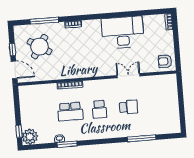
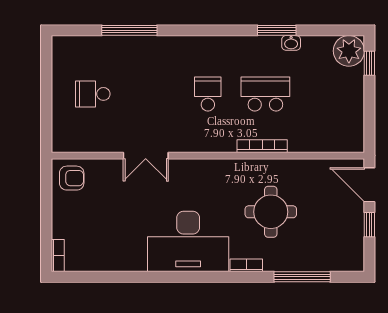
desk: (123, 32) -> (188, 241), moved
round table: (40, 47) -> (271, 212), moved, turned -32
school desk: (129, 107) -> (93, 94), moved

